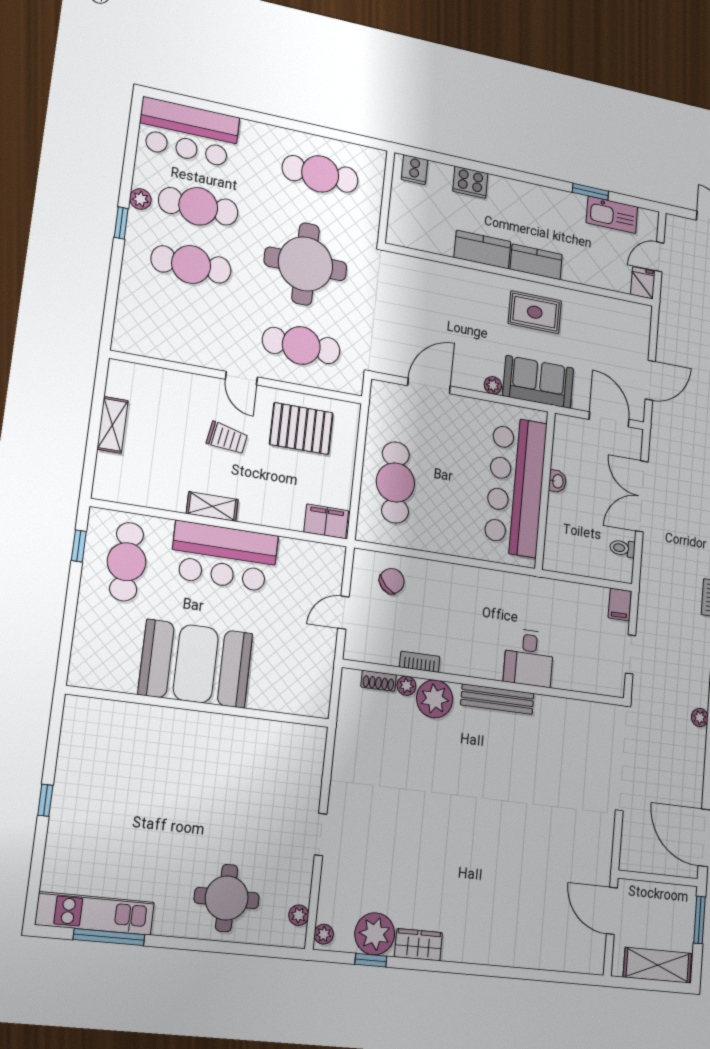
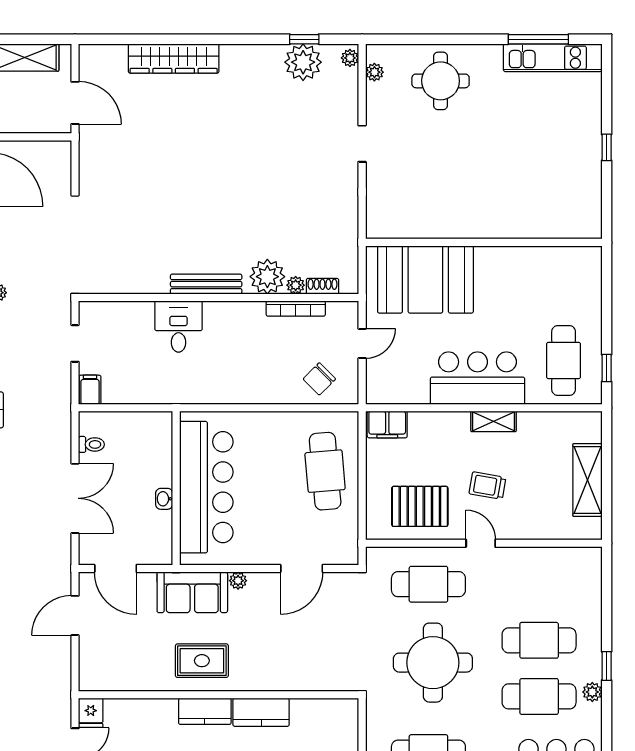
shelving: (112, 425) -> (587, 480), width x1.50, depth x1.33
bookcase: (420, 662) -> (296, 309), width x1.56
booth: (196, 664) -> (425, 279), moved
wardrobe: (418, 945) -> (174, 58), moved, width x2.10, depth x1.17

